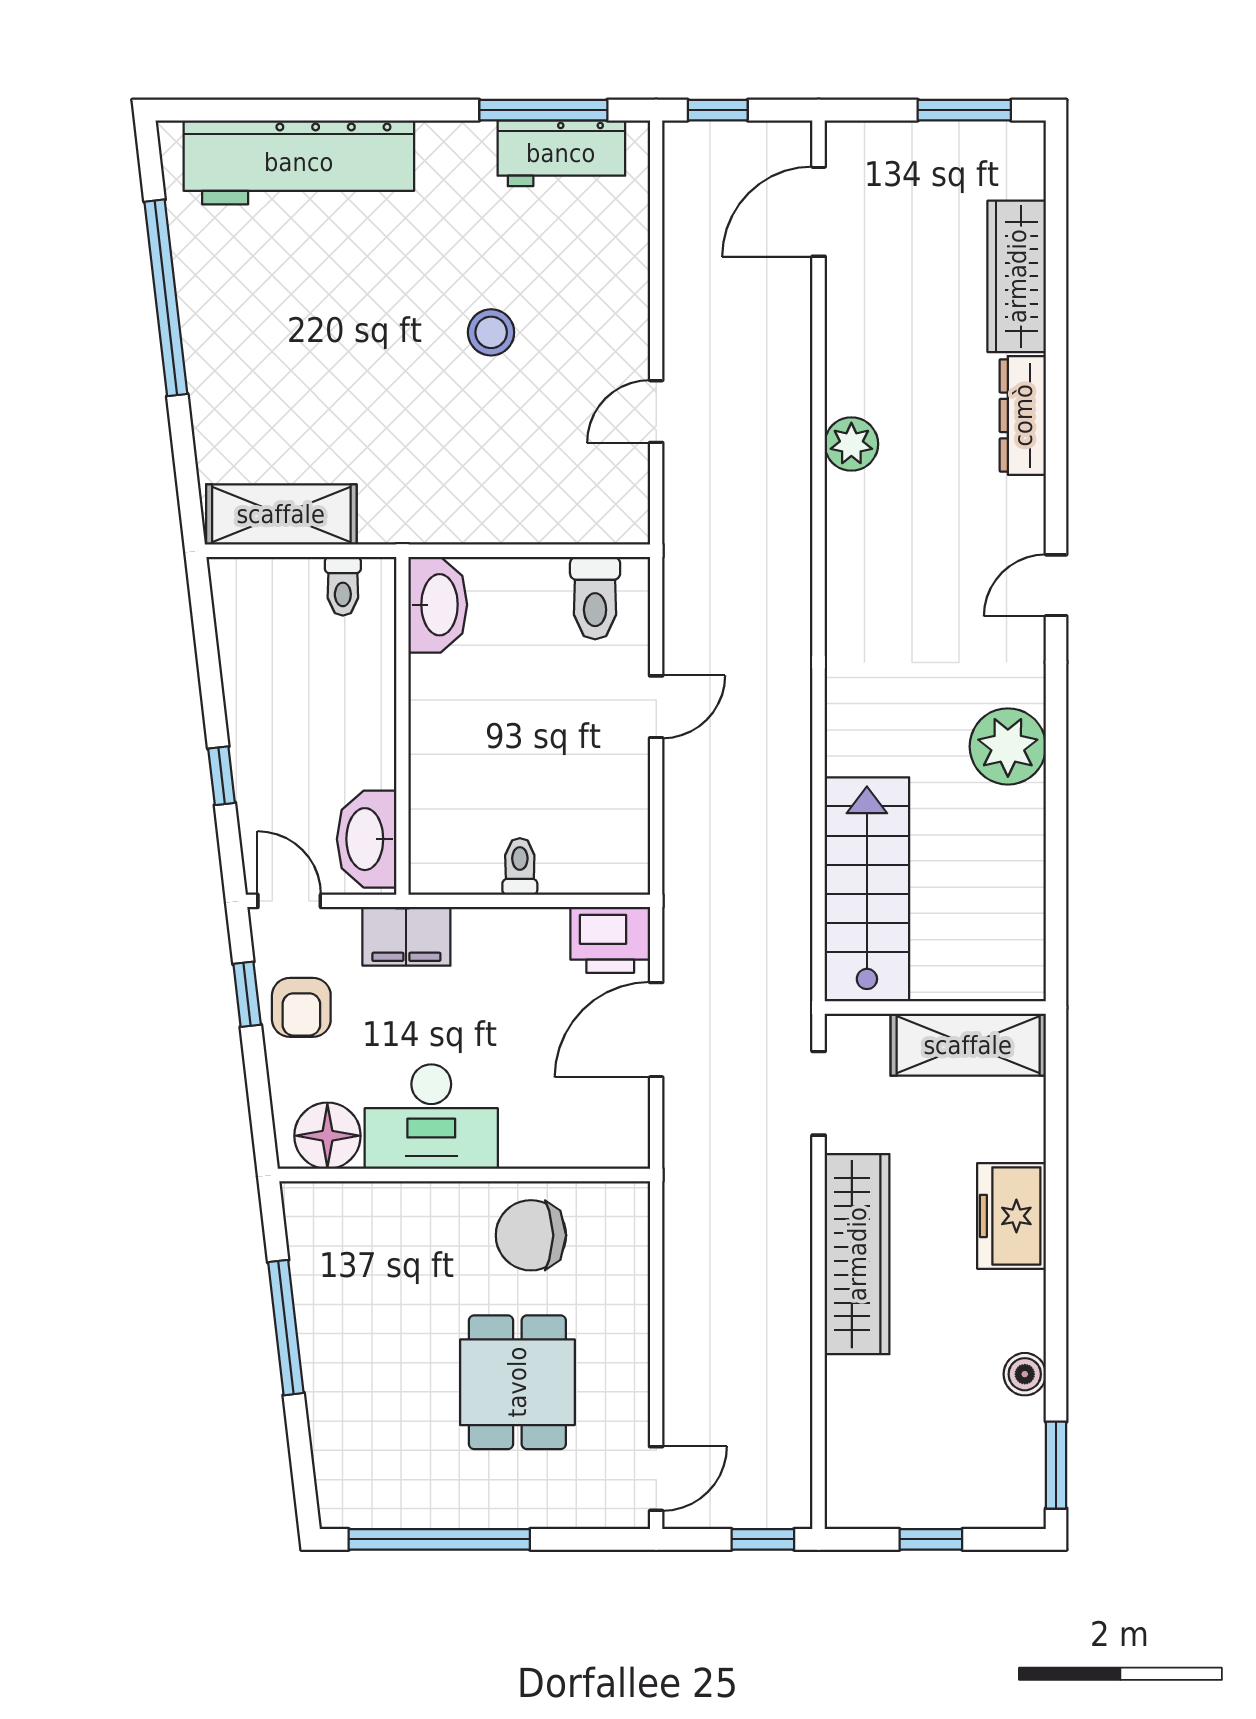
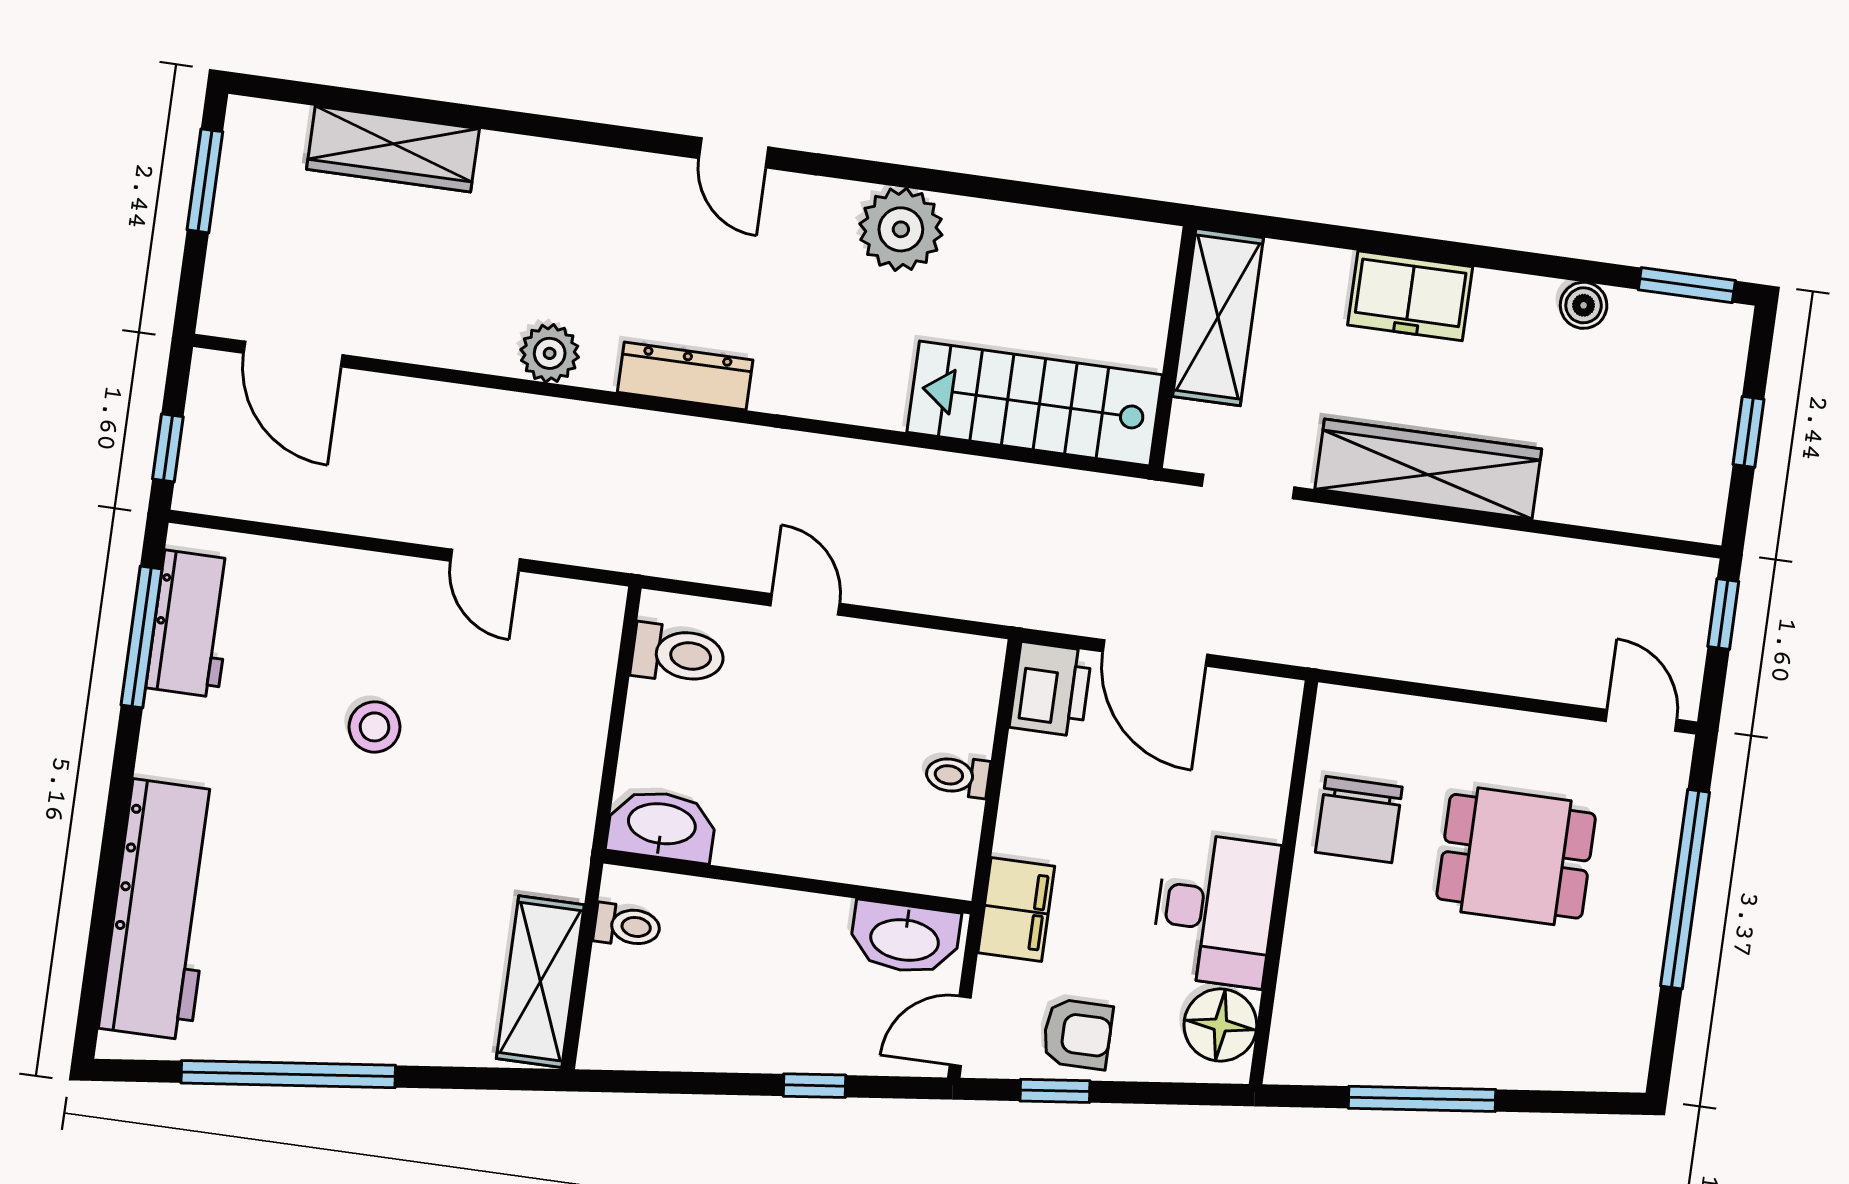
dresser: (1023, 415) -> (685, 376), moved, turned 180
window: (439, 1539) -> (1685, 889), moved

